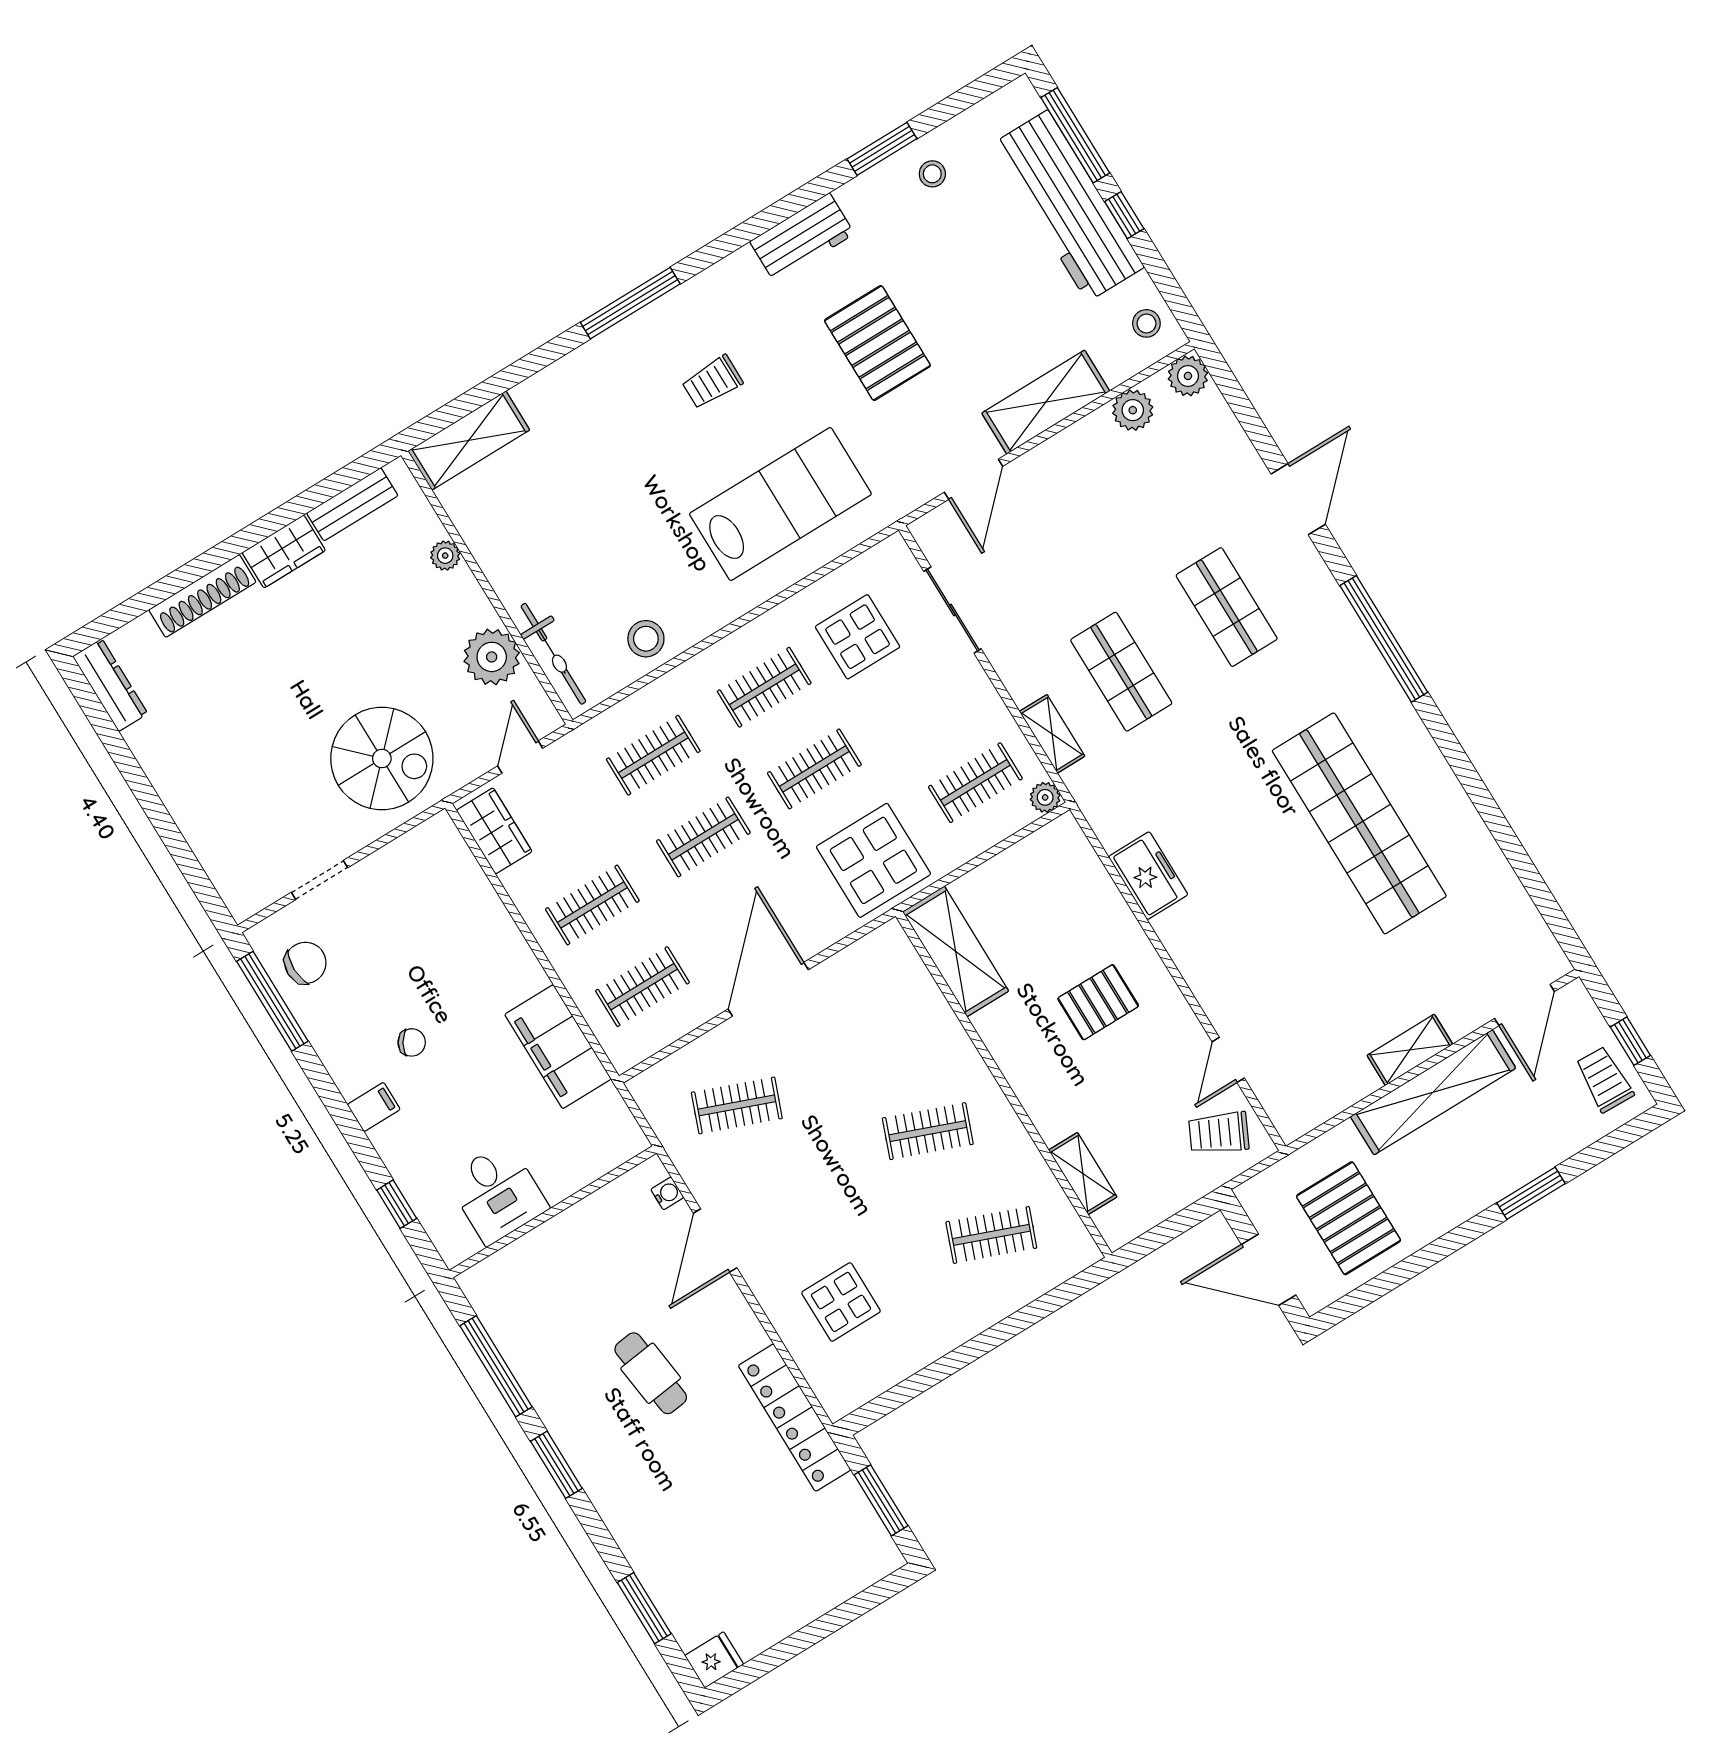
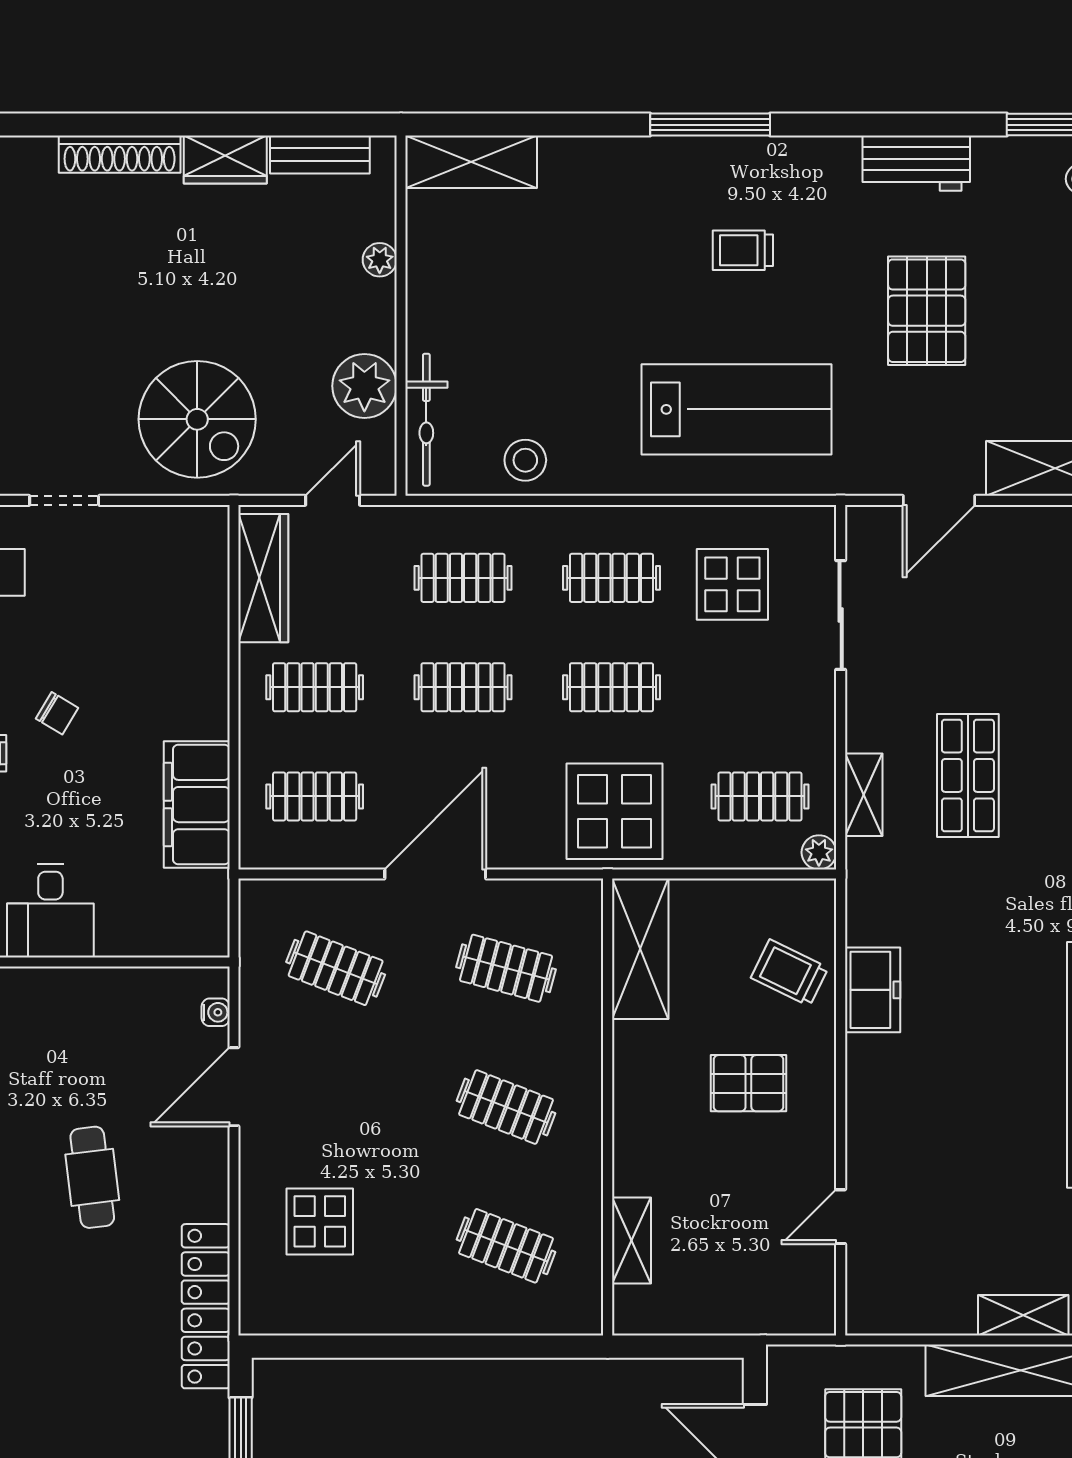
wardrobe: (494, 831) -> (263, 578), width x1.50
clothes rail: (864, 1027) -> (506, 968), added
trolley: (1219, 1133) -> (790, 973), moved

